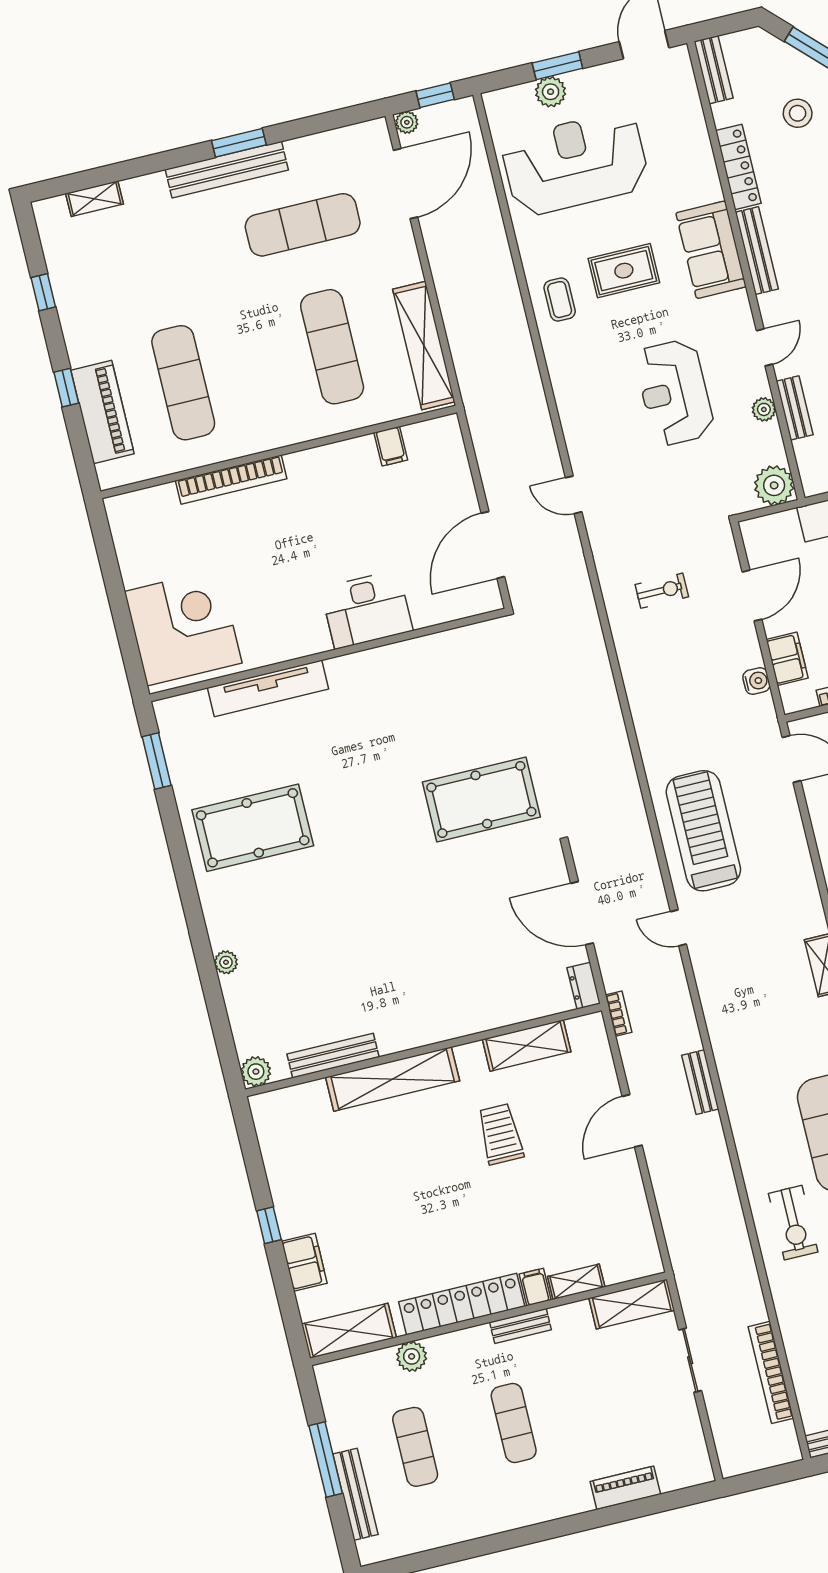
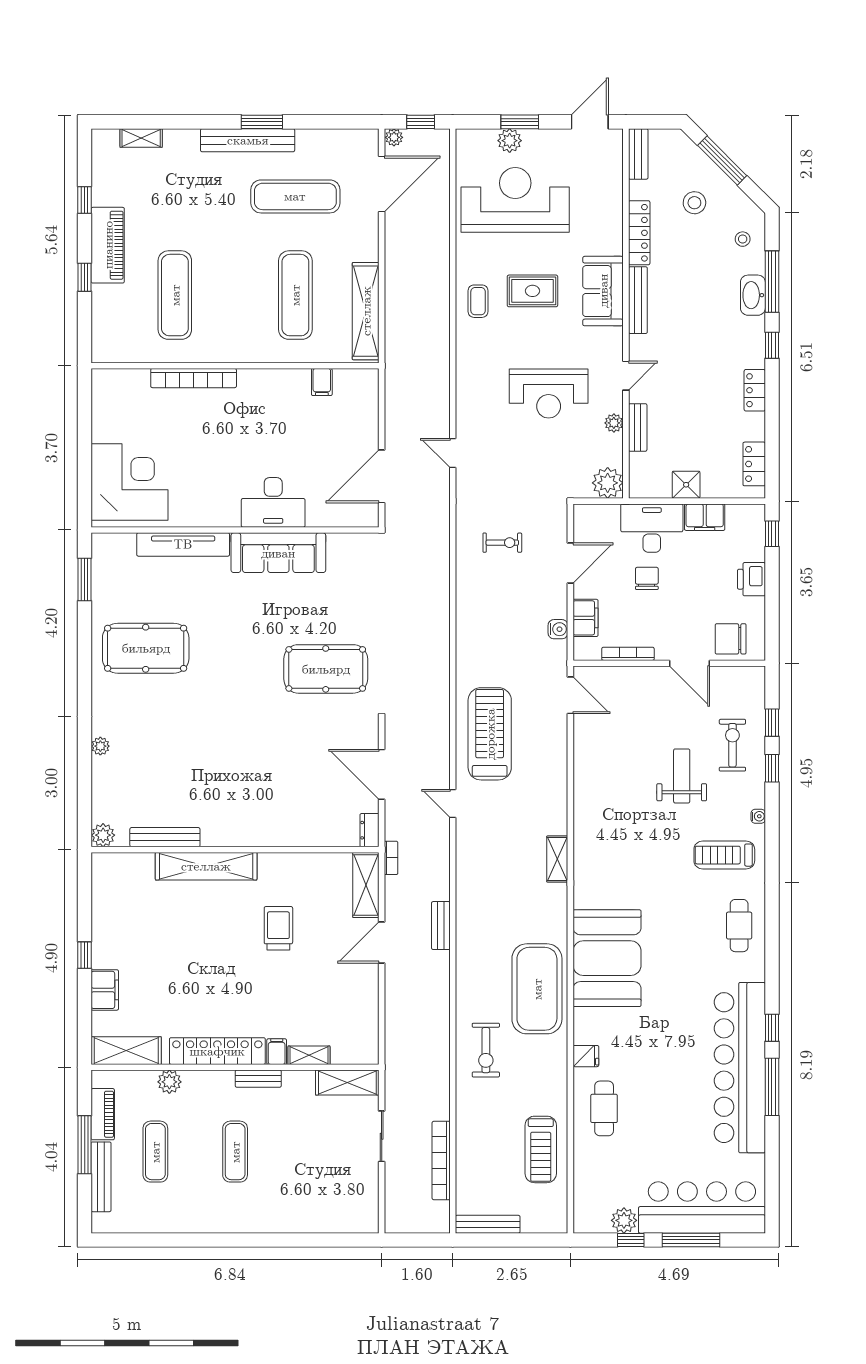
reception desk: (674, 393) -> (549, 393), turned -90
piano: (102, 412) -> (108, 245), moved
sofa: (388, 670) -> (278, 553), added
shelving: (527, 1046) -> (366, 885), moved, turned 90
piano: (625, 1488) -> (103, 1114), moved, turned 90

